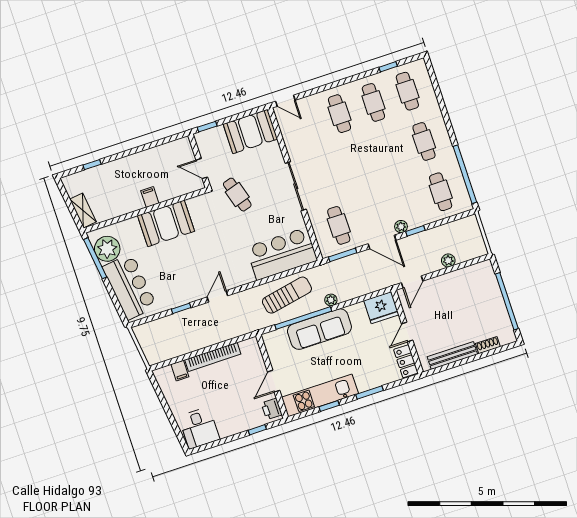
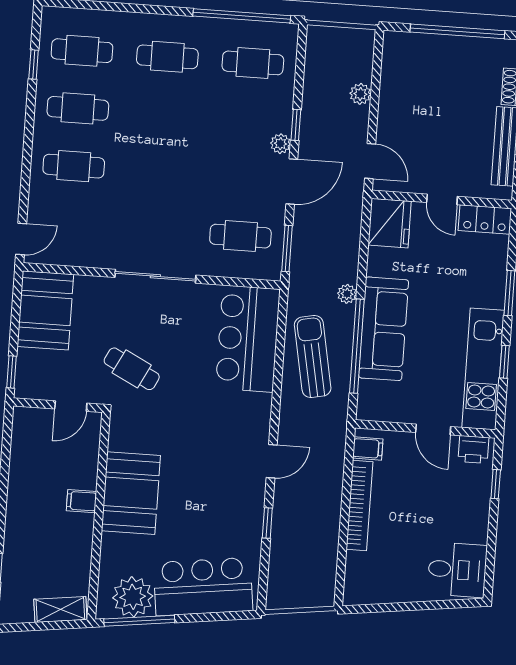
cafe table: (237, 195) -> (132, 369), turned 44
door: (217, 296) -> (272, 461), swing flipped
filing cabinet: (180, 371) -> (368, 448), moved

